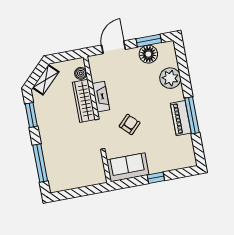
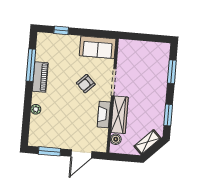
floor lamp: (148, 54) -> (53, 140), removed
plant: (170, 78) -> (36, 109), width x0.53, depth x0.53
window: (192, 115) -> (31, 65), moved
window: (40, 163) -> (172, 72), width x0.69
window: (156, 178) -> (61, 30), moved

